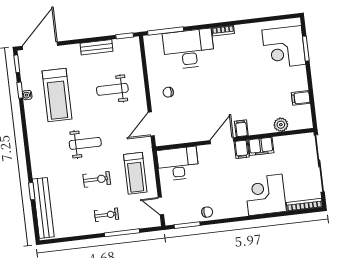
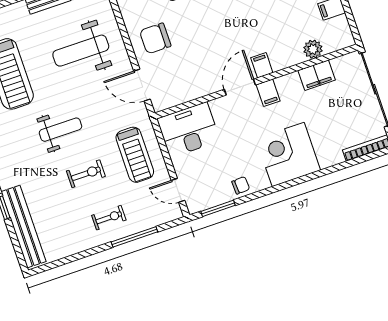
weight bench: (112, 89) -> (81, 51), width x1.36, depth x1.33
chair: (168, 92) -> (155, 38), width x1.87, depth x1.87
door: (151, 124) -> (142, 85), hinge flipped
filing cabinet: (261, 146) -> (317, 75), moved
corner desk: (265, 195) -> (288, 154), moved

